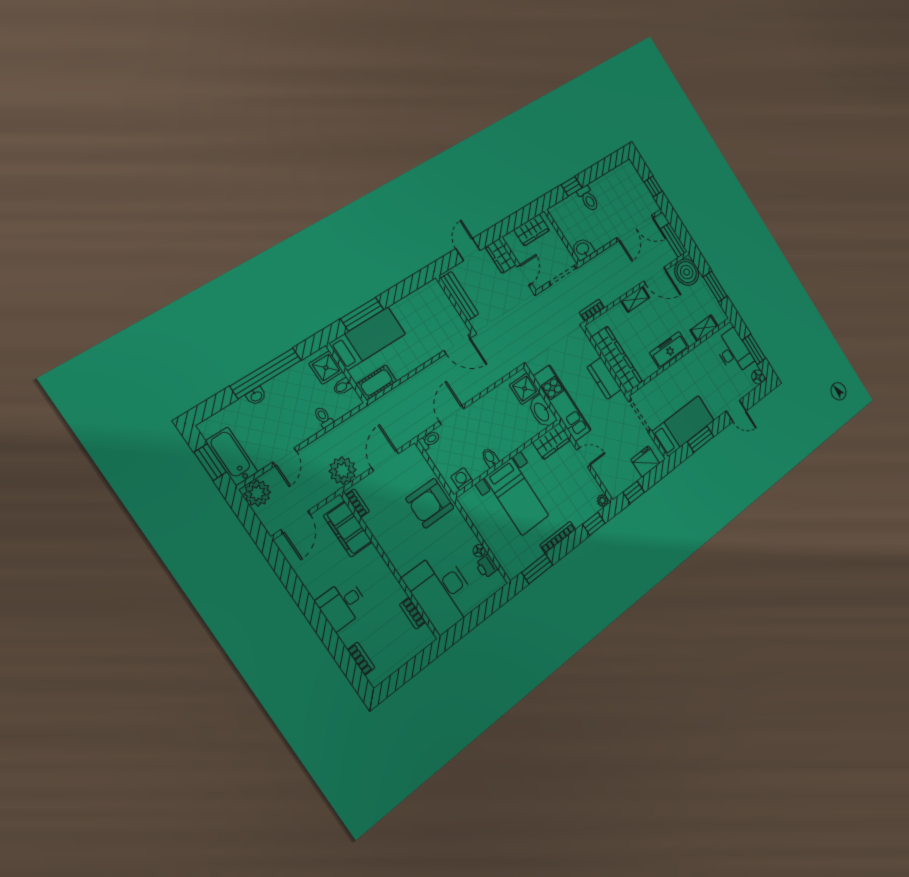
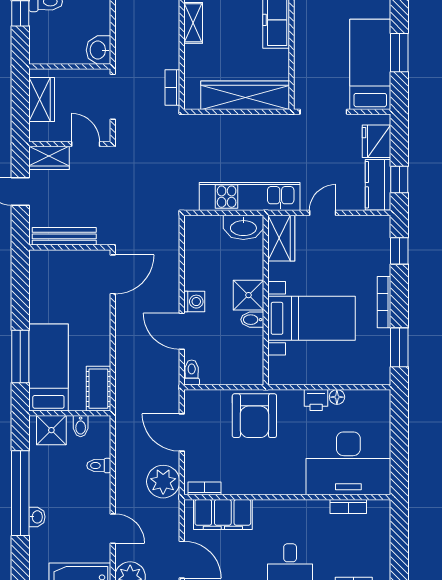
kitchen counter: (604, 378) -> (378, 185), moved, turned 90
shower: (525, 389) -> (248, 295), moved
washing machine: (462, 479) -> (194, 302), moved, turned 180
plant: (603, 501) -> (382, 223), removed
printer: (487, 566) -> (316, 400), moved

